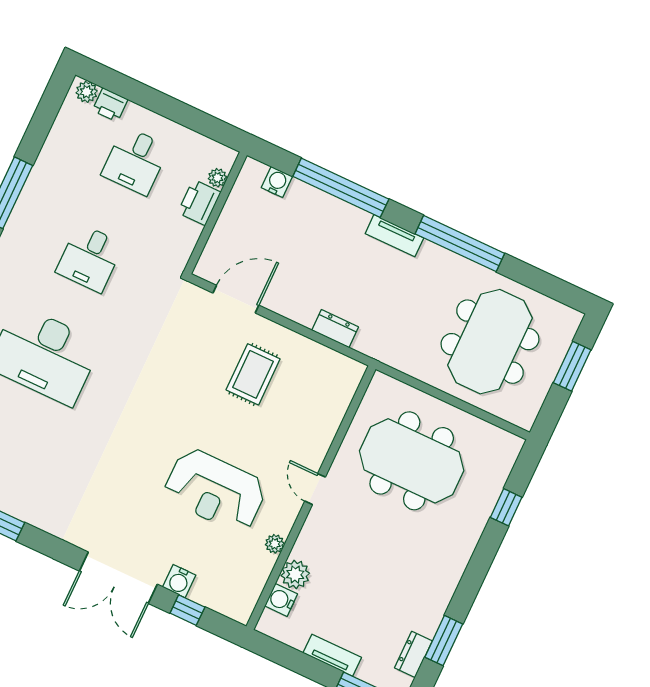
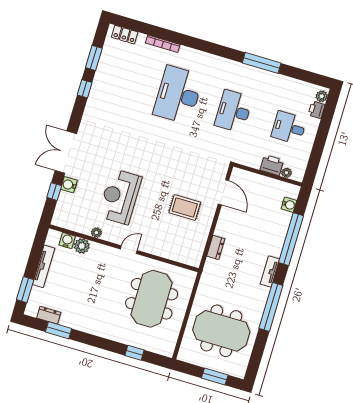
desk: (90, 258) -> (234, 111), width x1.37
tv unit: (332, 655) -> (44, 266), width x1.41

